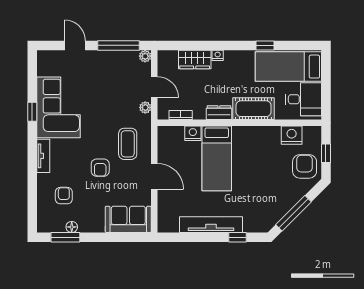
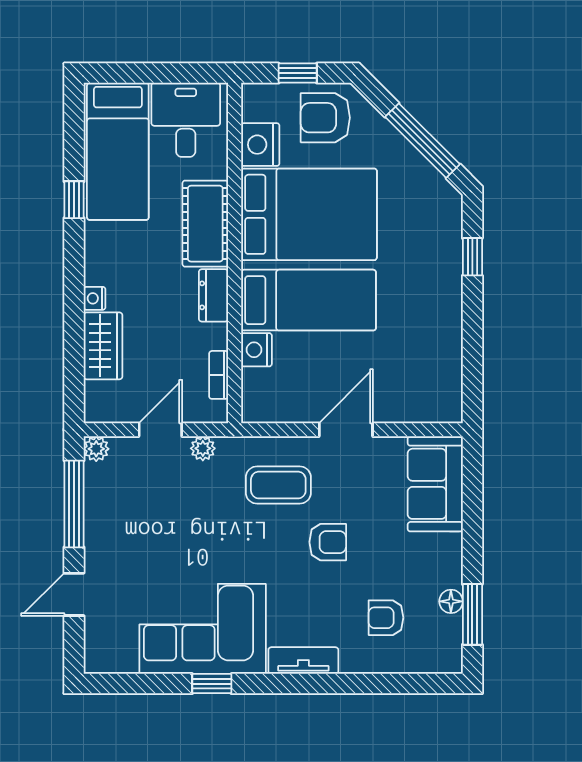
bed: (258, 159) -> (309, 214), added
tv unit: (211, 225) -> (446, 312), removed

